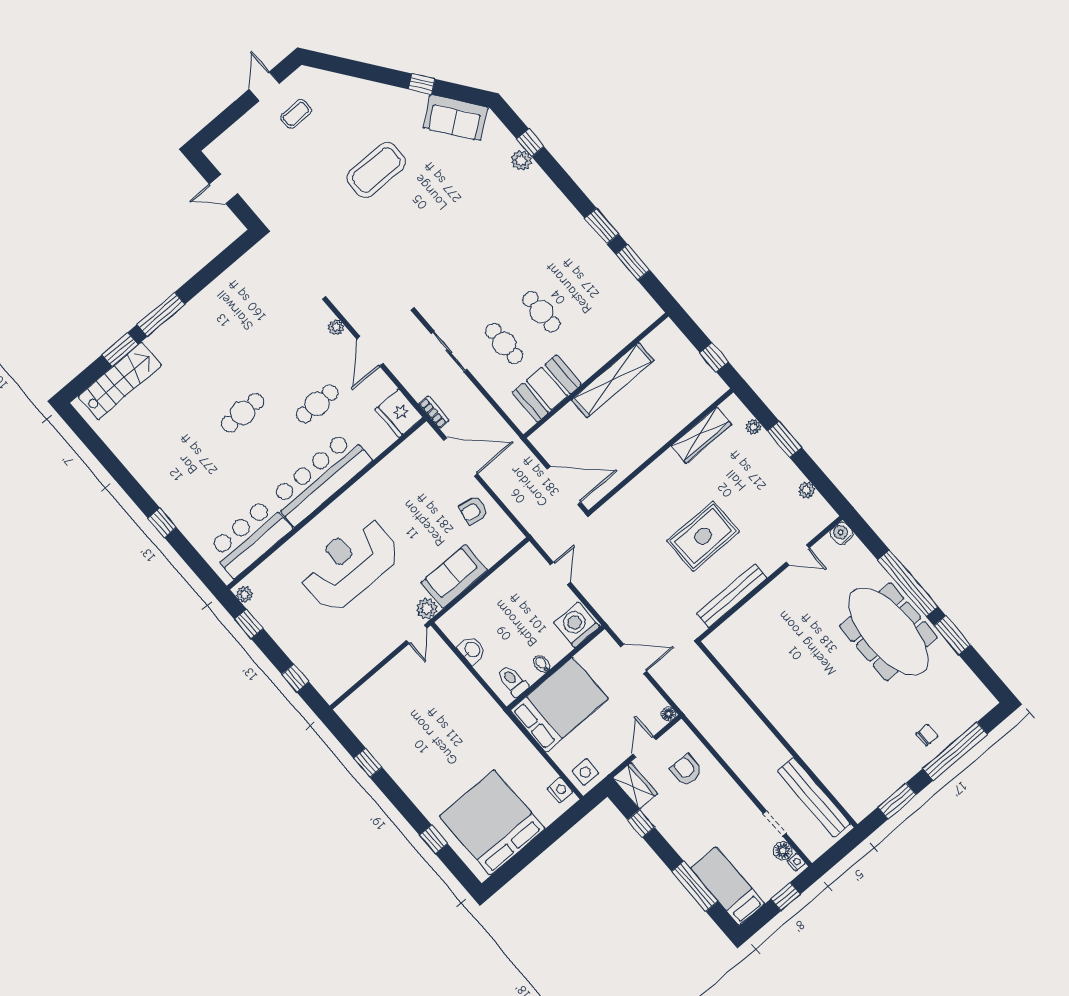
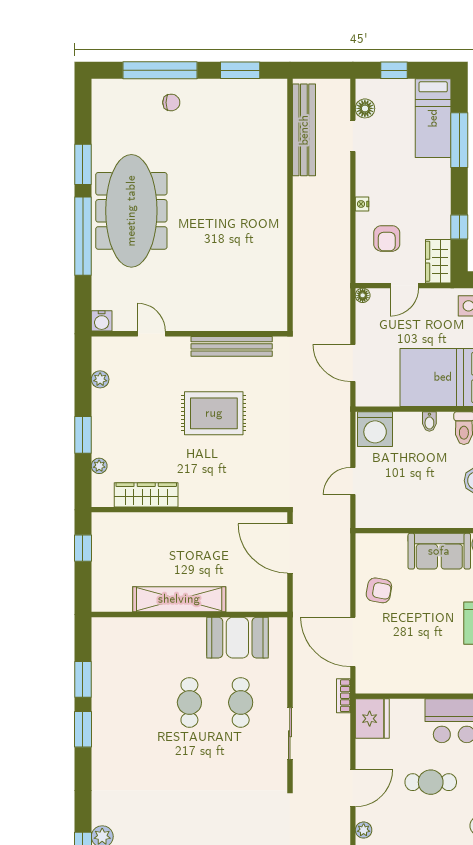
chair: (927, 735) -> (171, 102), turned 180
nightstand: (796, 862) -> (362, 204), moved

